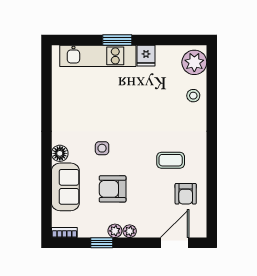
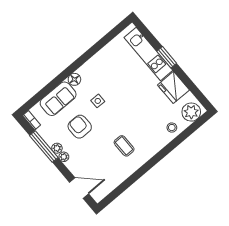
fridge: (146, 56) -> (173, 87), width x1.88, depth x1.34
armchair: (186, 194) -> (112, 171), removed
window: (102, 243) -> (44, 146), width x2.17

